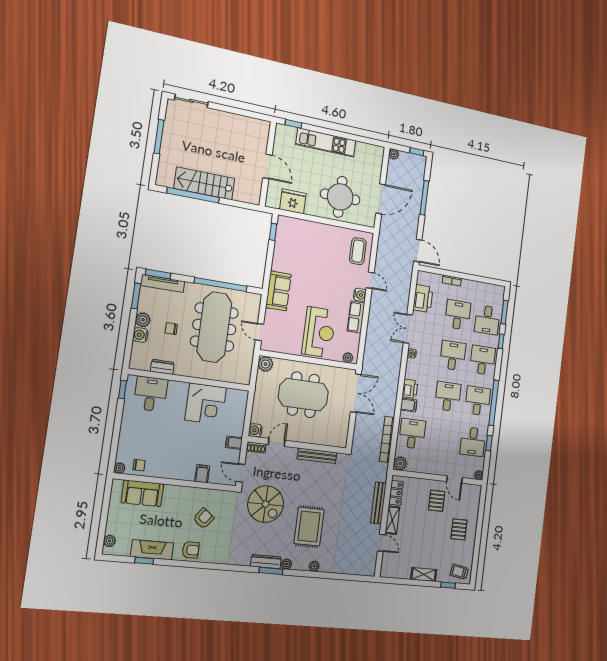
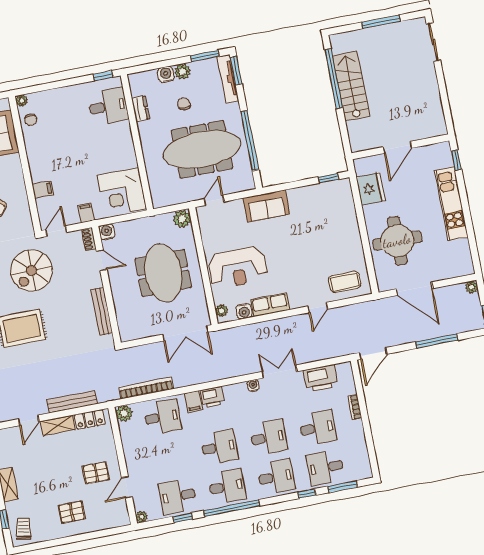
water cooler: (360, 295) -> (244, 311), moved
corner desk: (206, 404) -> (122, 192), moved

